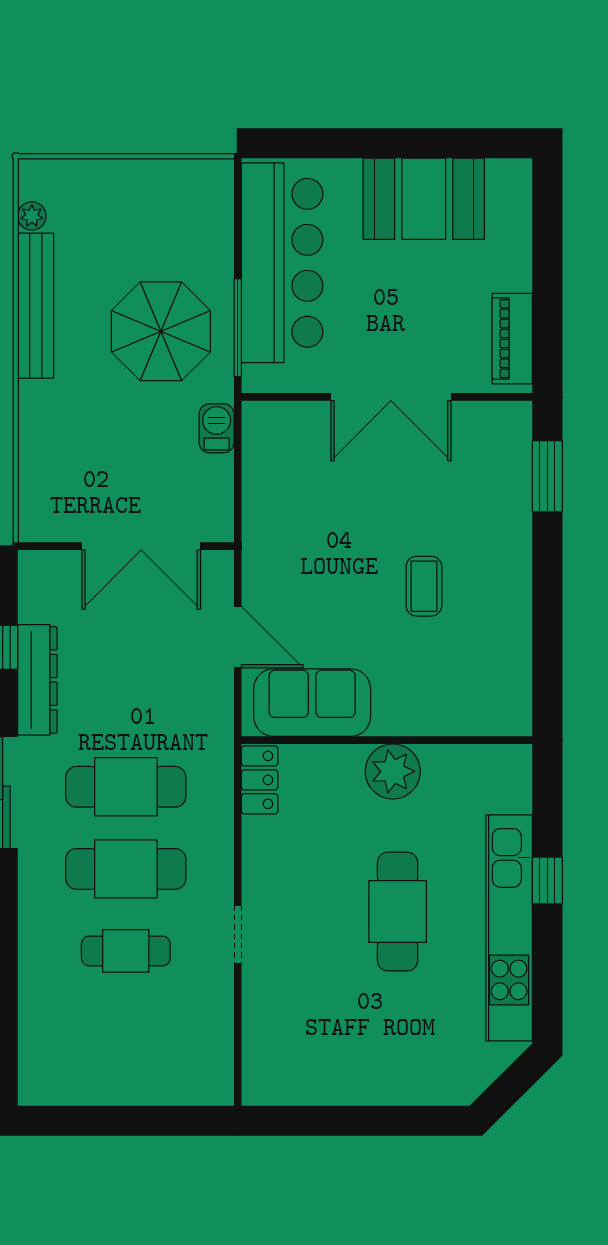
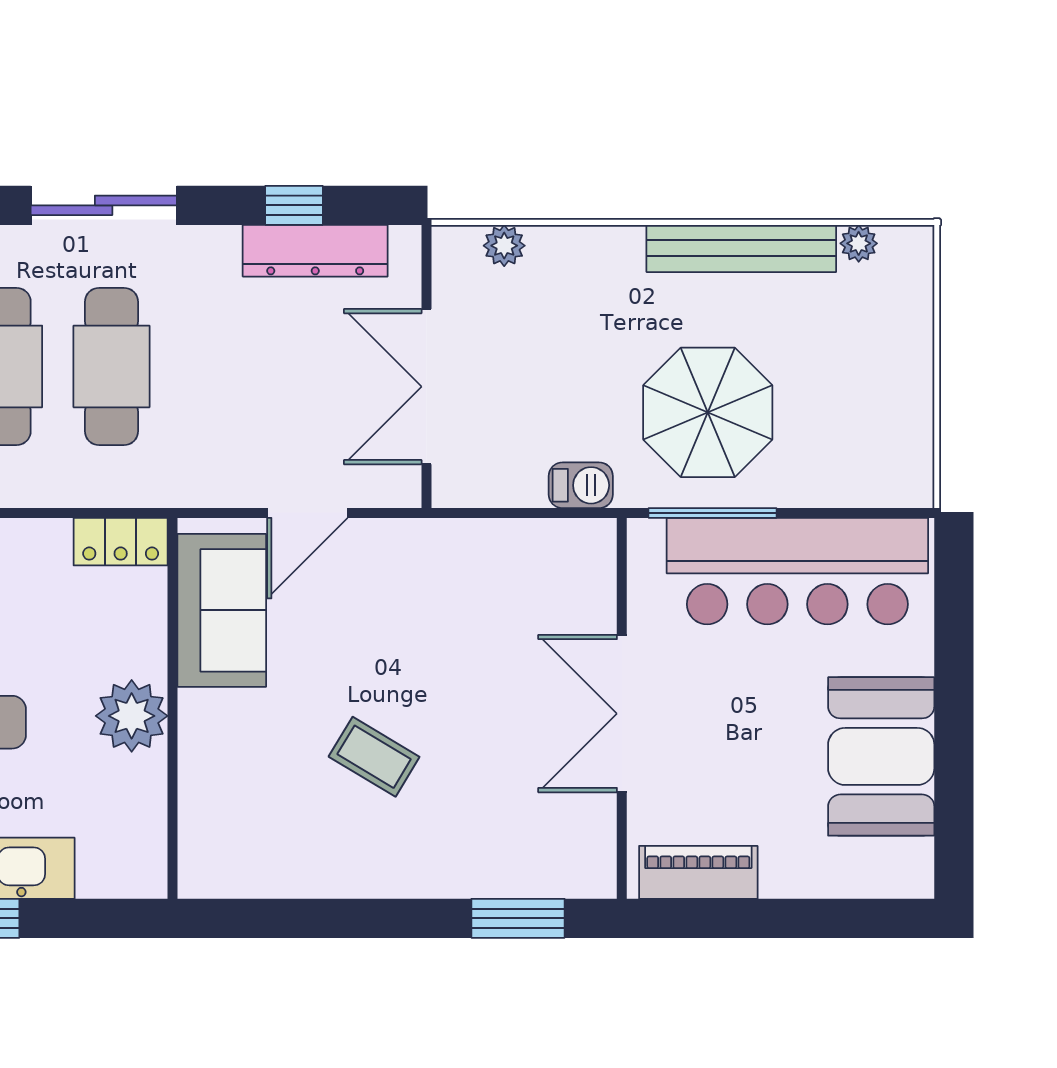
plant: (33, 487) -> (504, 246), added
coffee table: (424, 586) -> (374, 757), turned 31
dresser: (37, 680) -> (315, 251), moved

